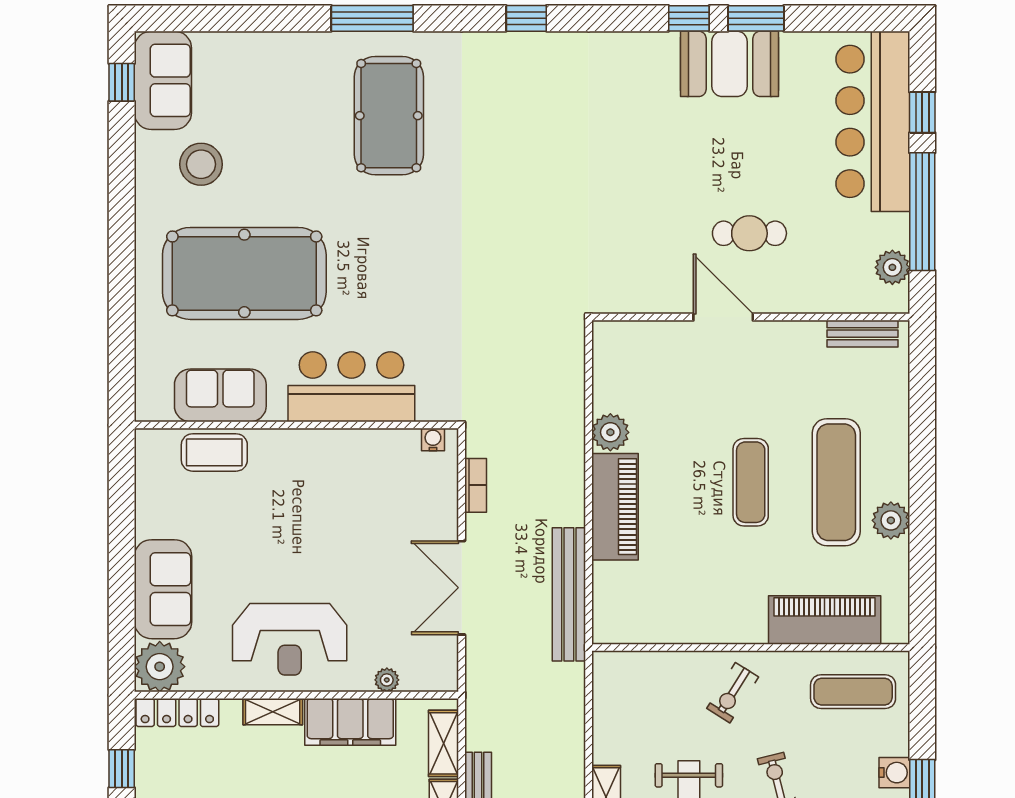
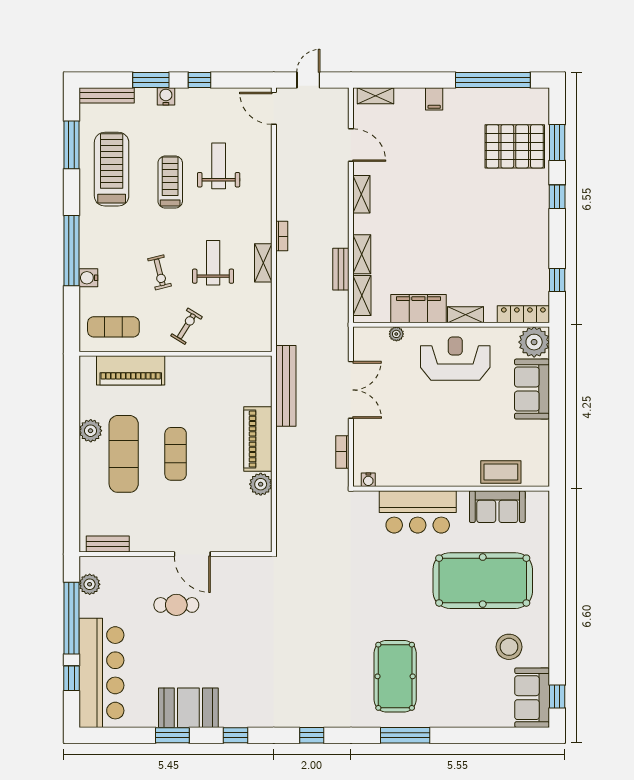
window: (689, 18) -> (236, 735), moved

